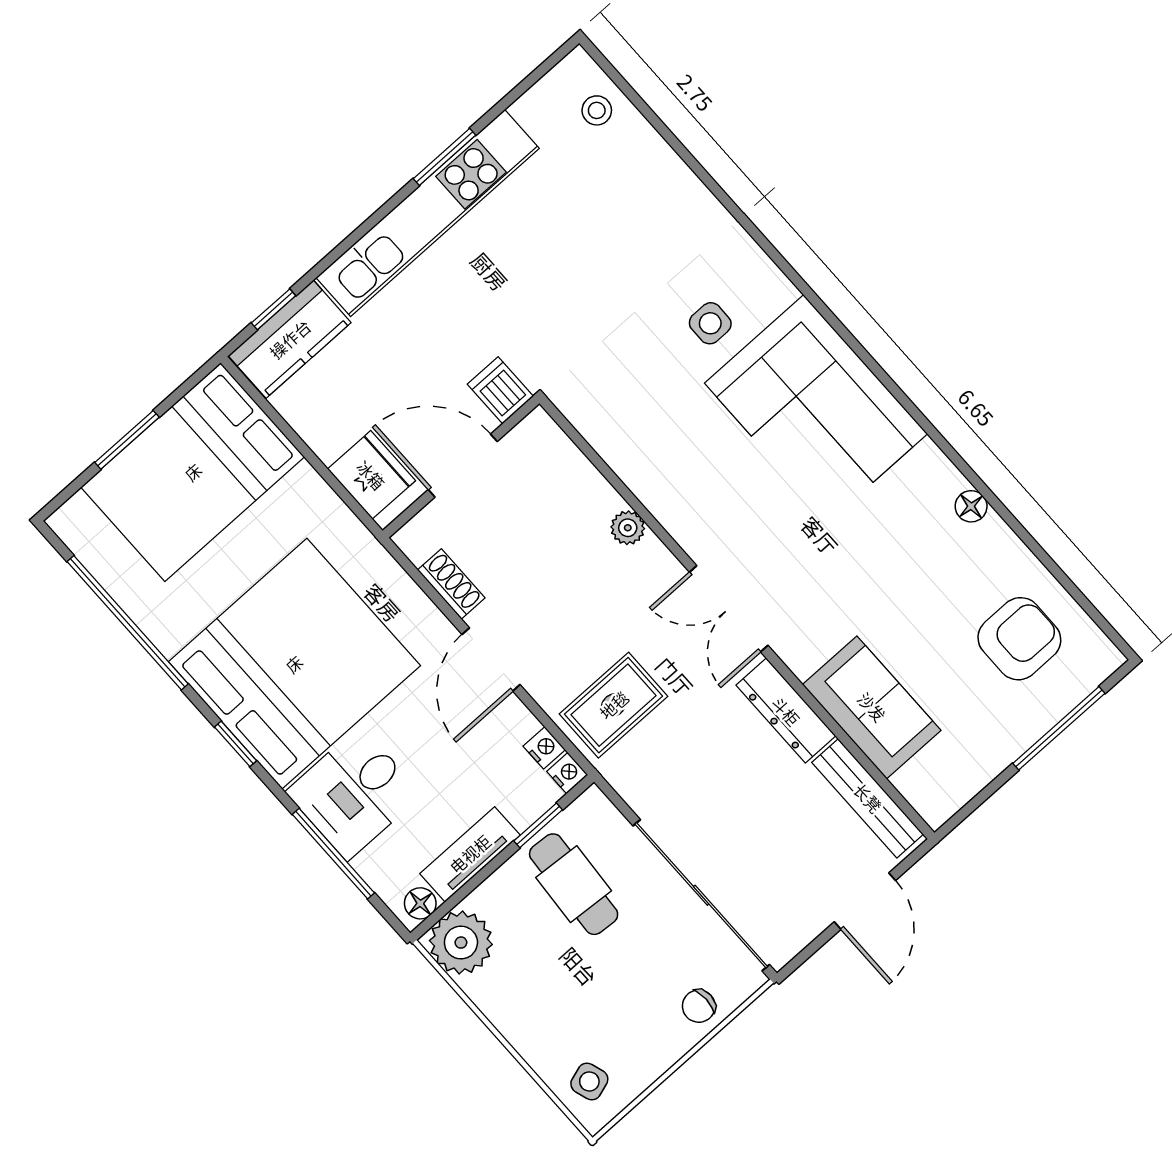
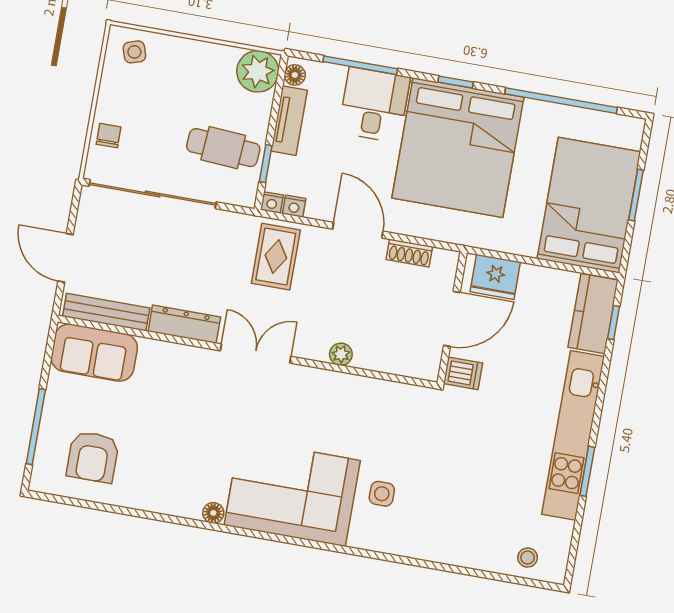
floor lamp: (971, 506) -> (213, 513), moved
sofa: (872, 707) -> (94, 353), moved

